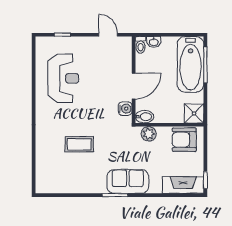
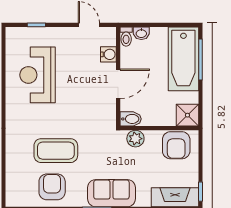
reception desk: (63, 78) -> (38, 75), turned 180
water cooler: (125, 109) -> (108, 54), moved
armchair: (184, 140) -> (176, 145), turned -90
coffee table: (79, 144) -> (56, 151), width x1.36, depth x1.32
armchair: (76, 176) -> (52, 187), added

